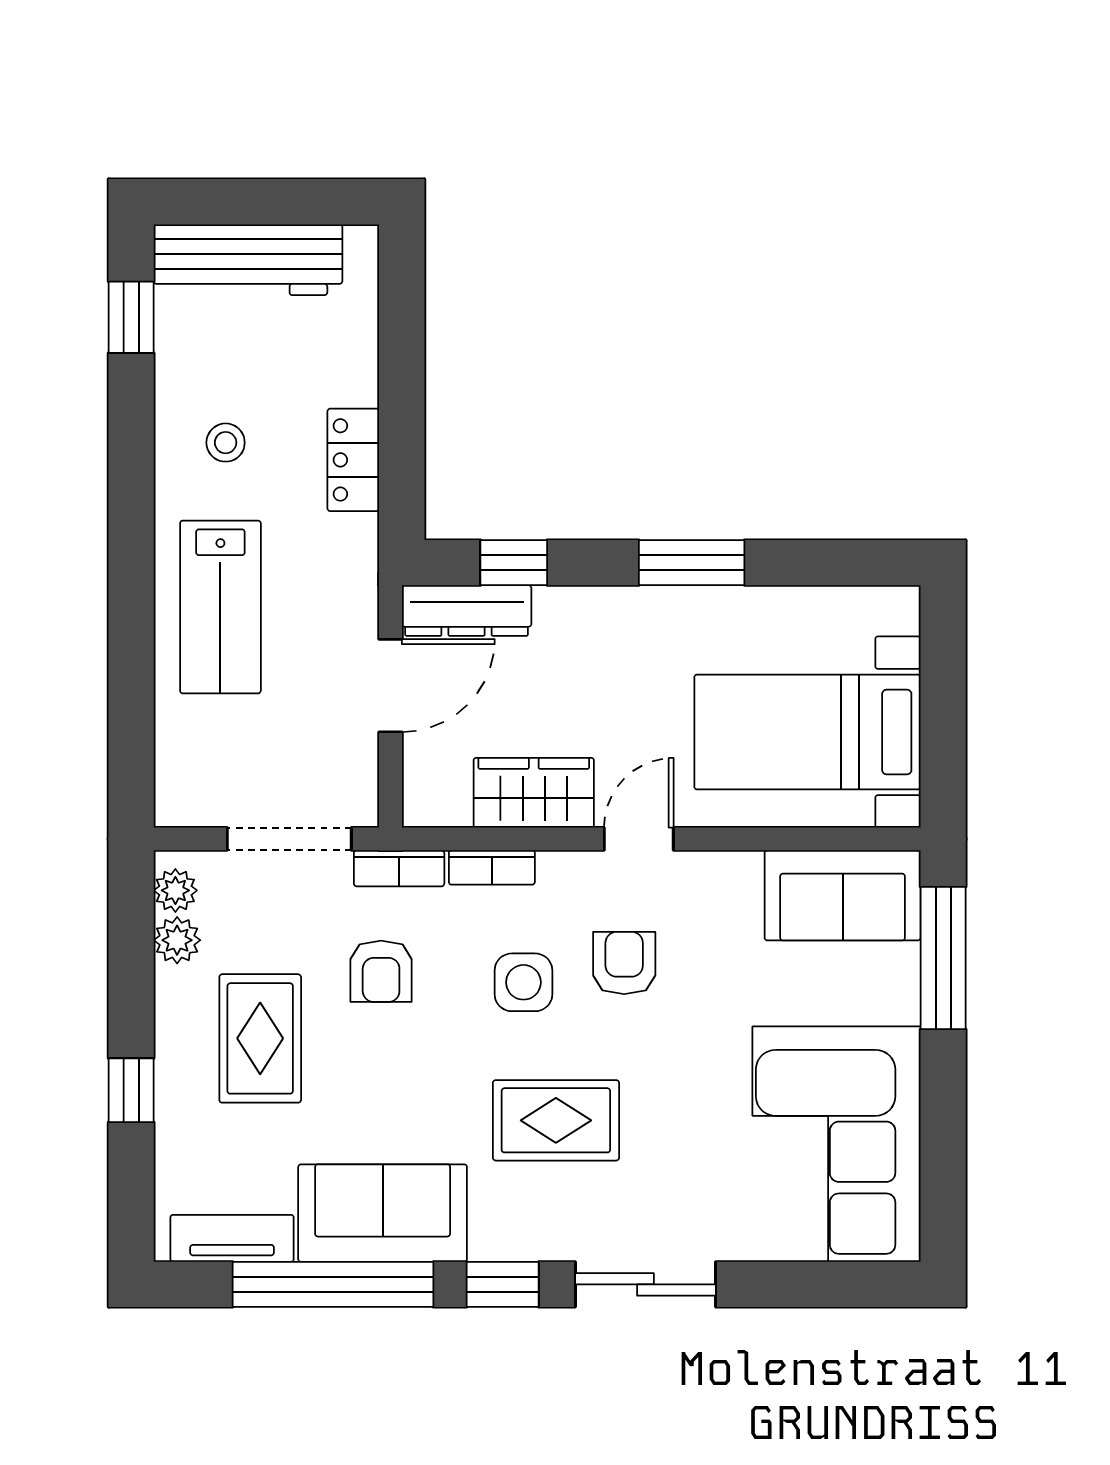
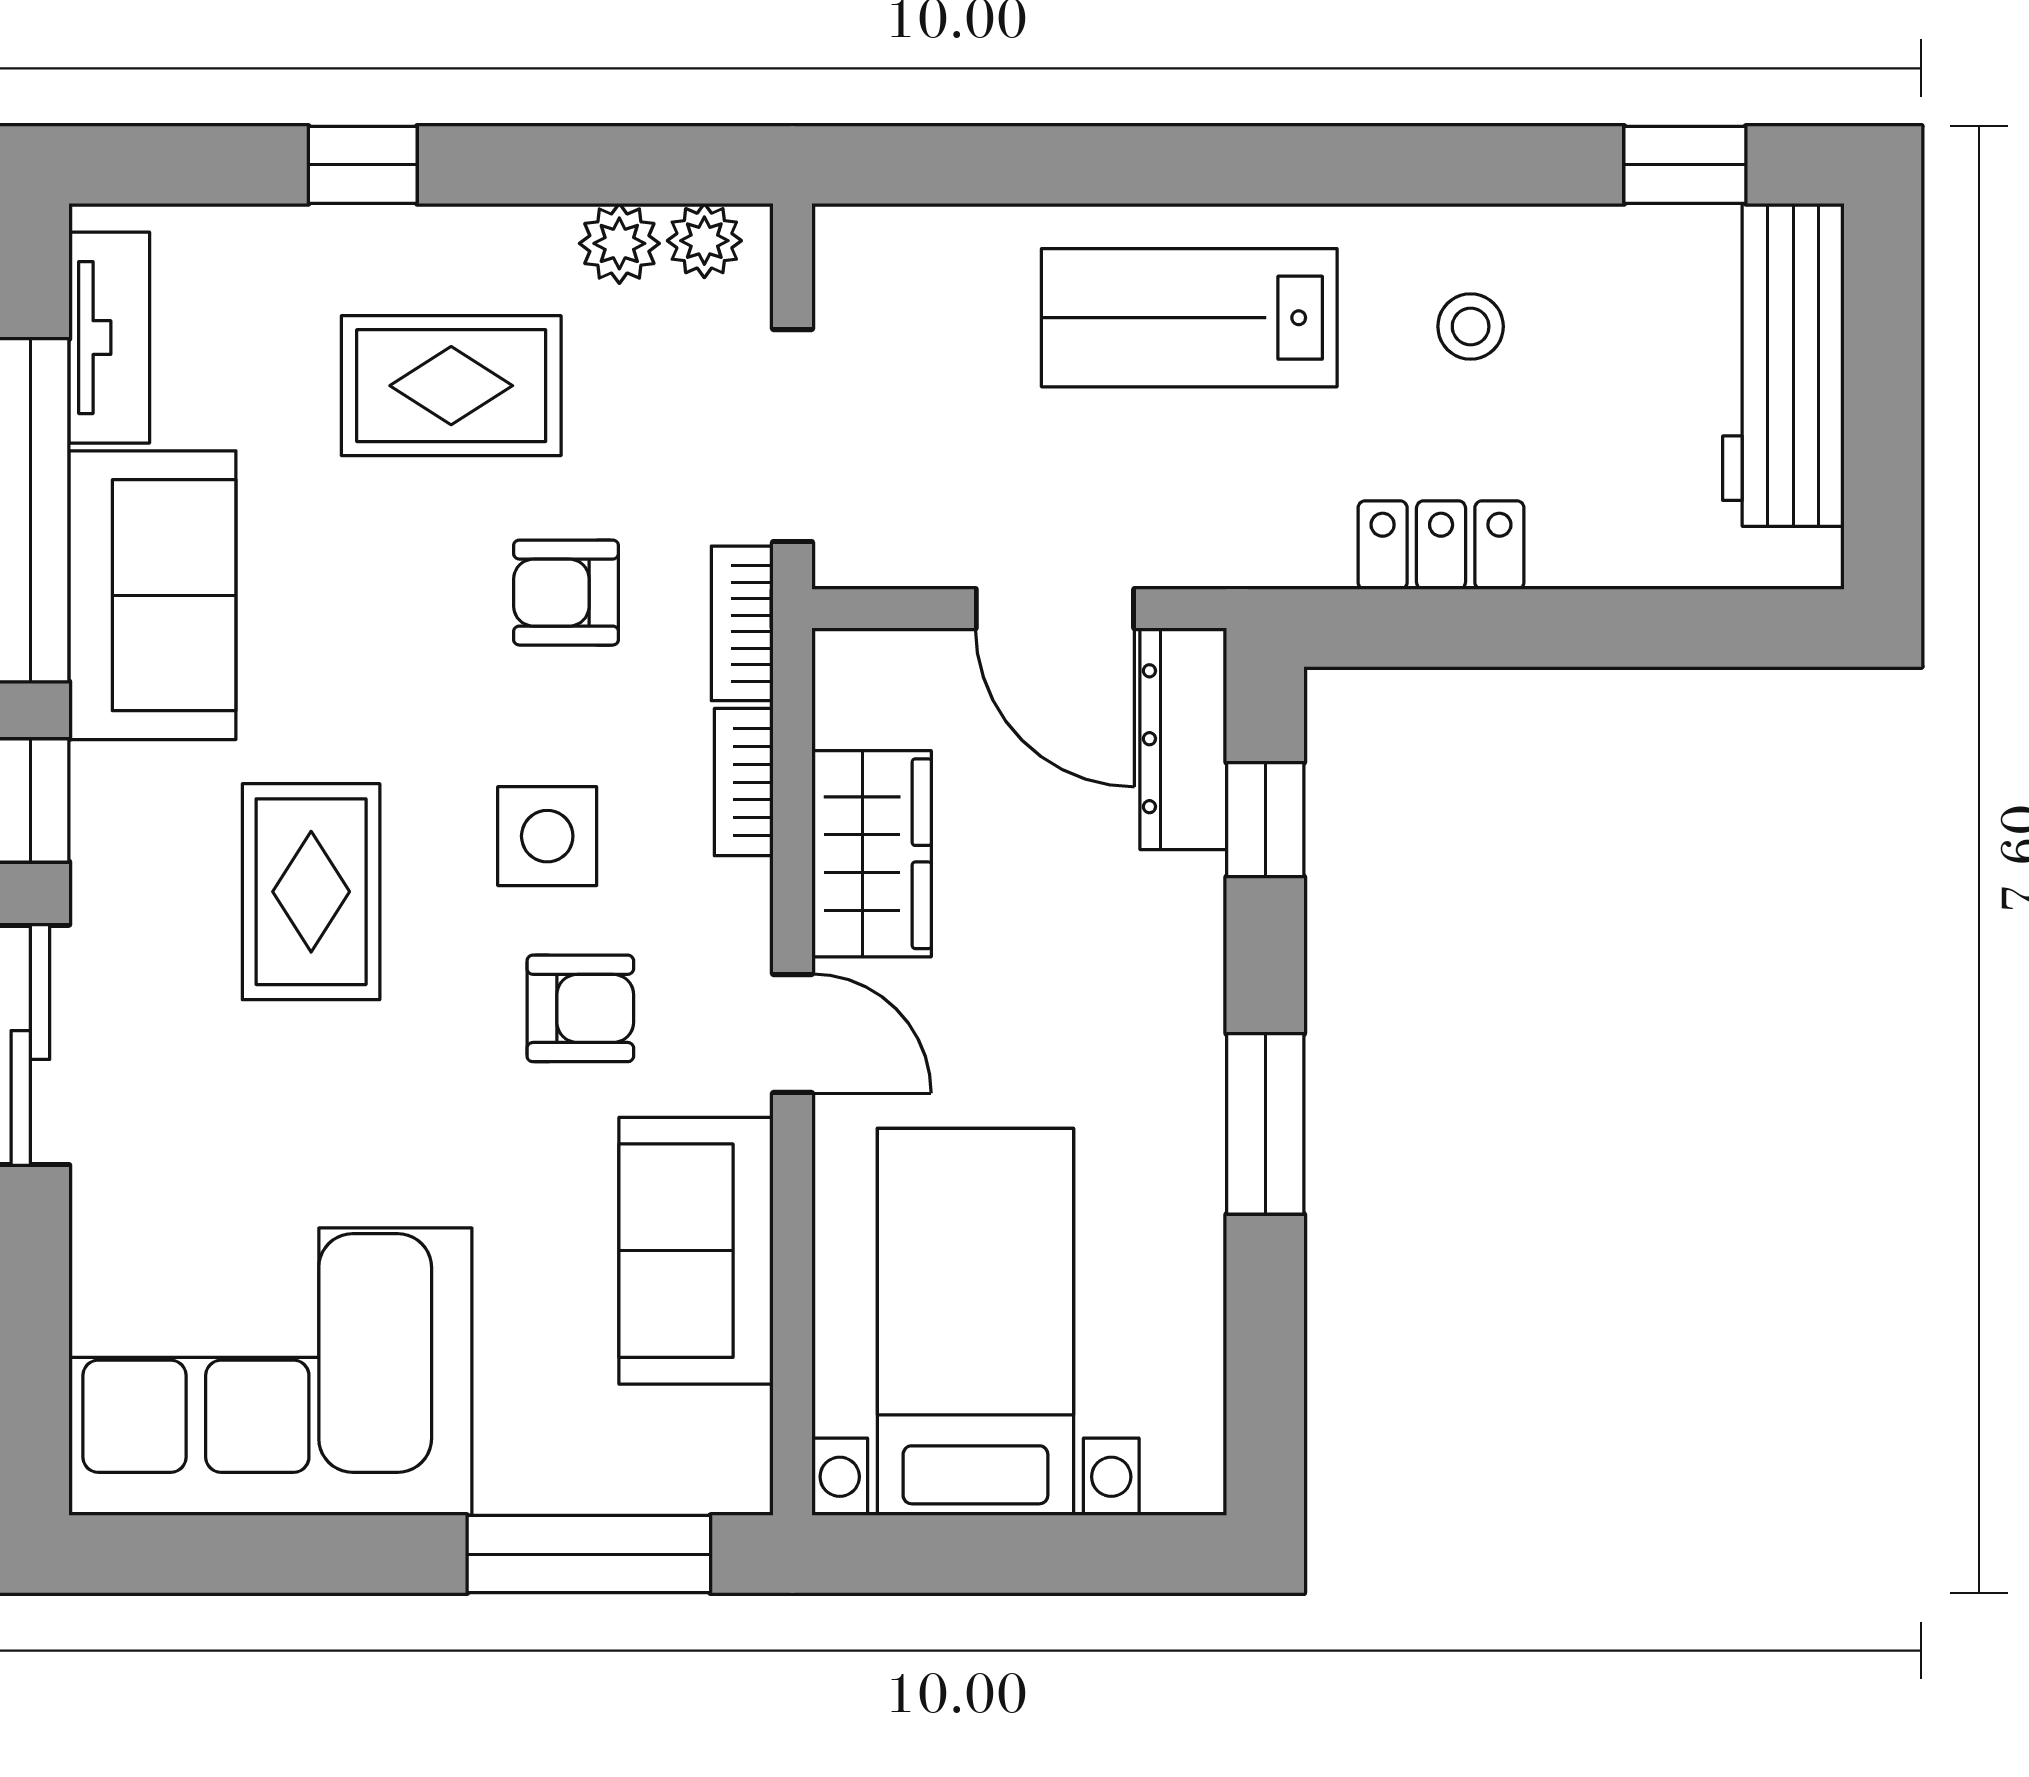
sofa: (843, 895) -> (696, 1251), moved

